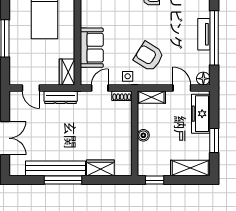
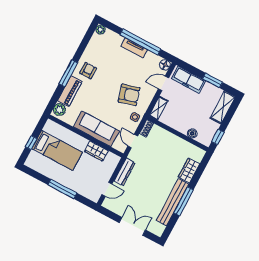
sofa: (92, 48) -> (96, 129), width x1.36
armchair: (149, 57) -> (129, 95), turned -138
wardrobe: (67, 72) -> (96, 151), moved
boiler: (143, 135) -> (192, 133), moved

